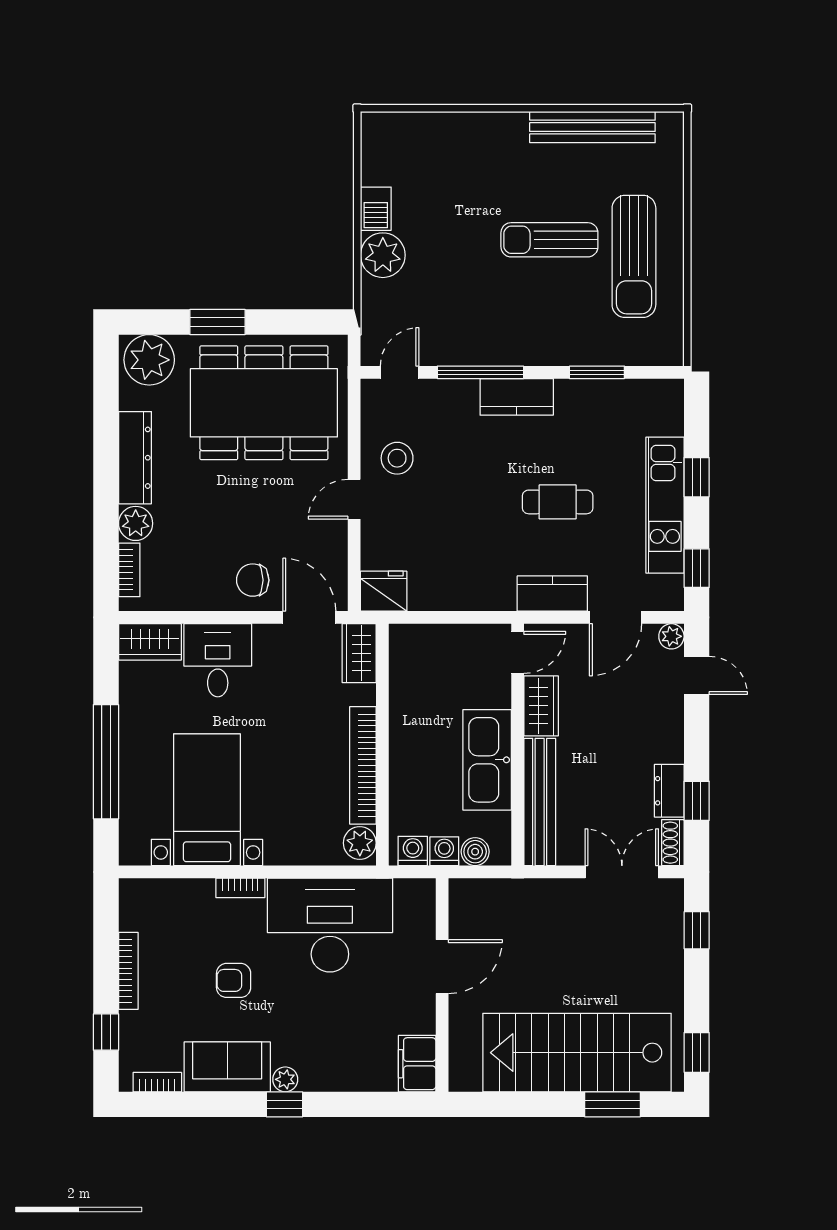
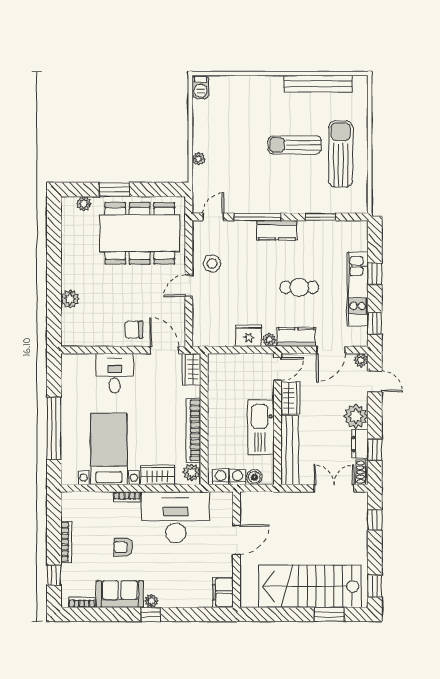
barbecue: (376, 209) -> (200, 87), moved
plant: (383, 255) -> (199, 159), width x0.53, depth x0.53
sun lounger: (634, 256) -> (341, 154), turned 180
plant: (149, 360) -> (84, 204), width x0.53, depth x0.53
dresser: (135, 458) -> (70, 263), removed
bookcase: (129, 570) -> (67, 324), removed
fridge: (384, 591) -> (249, 336), moved
plant: (502, 599) -> (269, 340), added
wardrobe: (150, 642) -> (157, 475), moved, turned 180
plant: (662, 740) -> (356, 416), added

